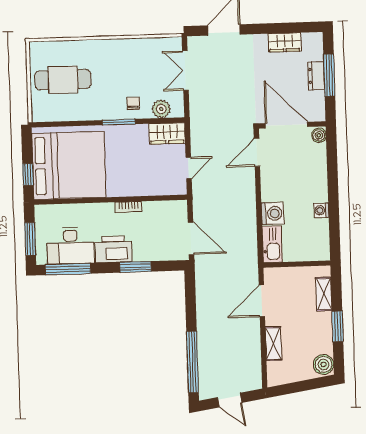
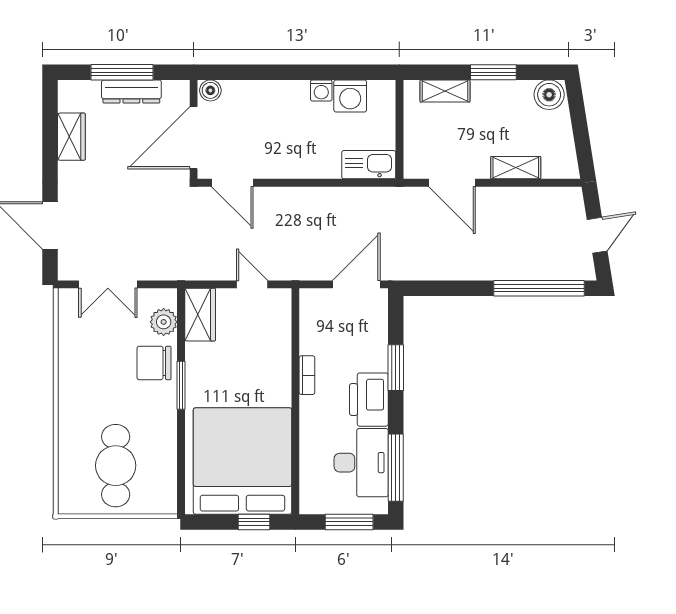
dresser: (316, 76) -> (131, 91), width x1.44
chair: (133, 103) -> (154, 363), width x1.87, depth x1.87
washing machine: (273, 213) -> (350, 96), moved, turned 180

